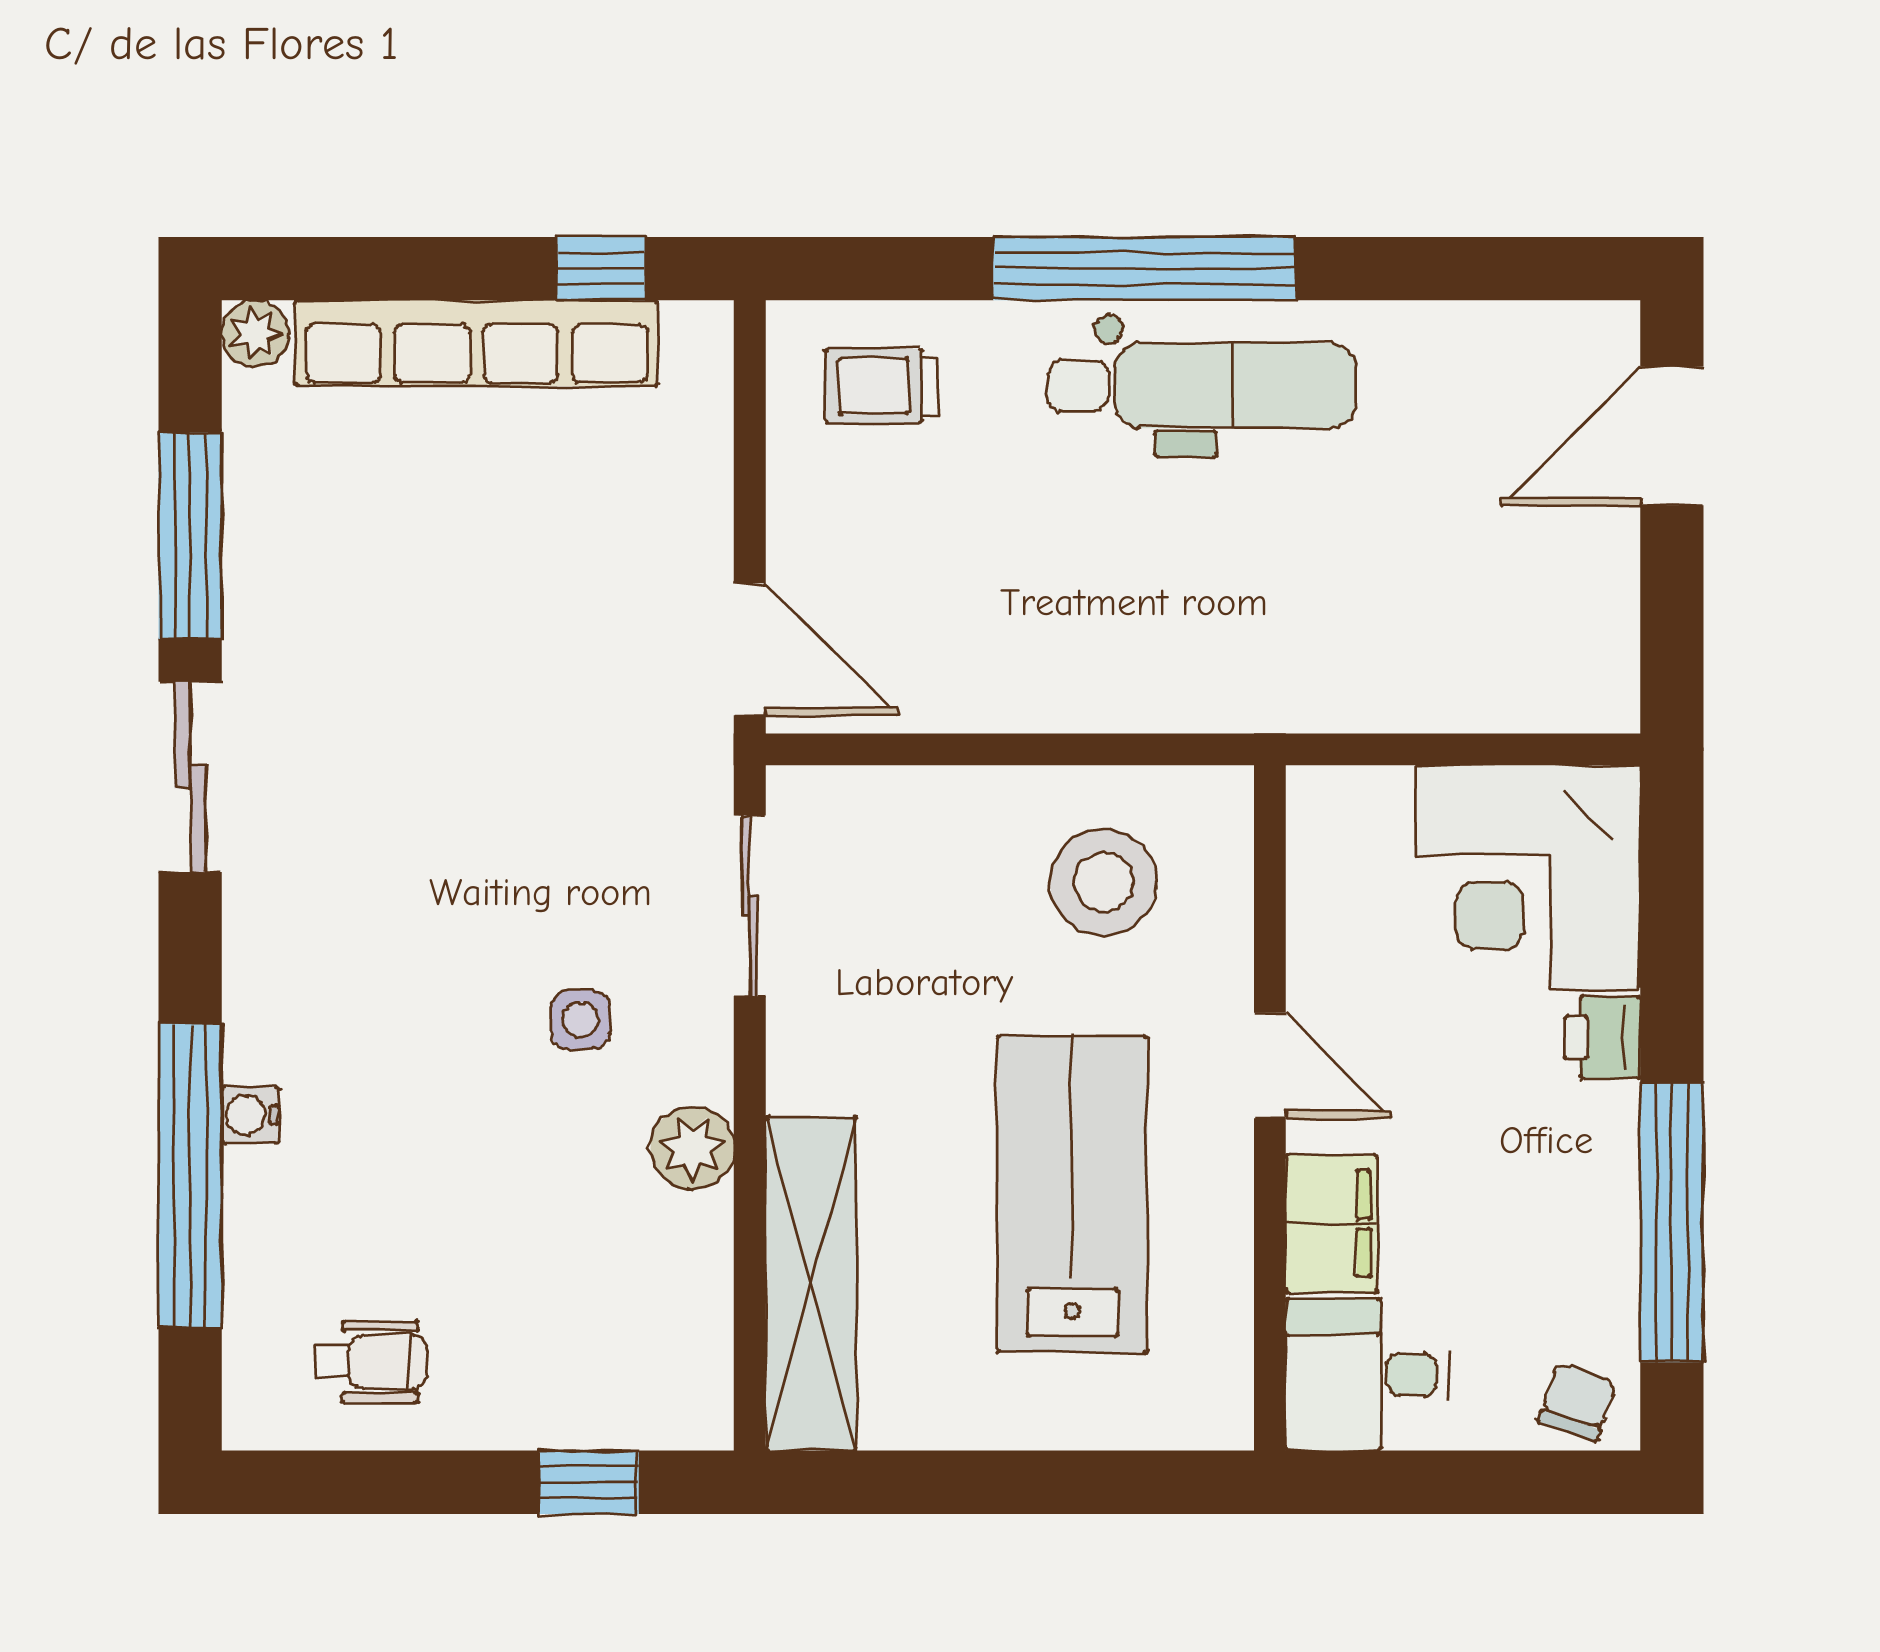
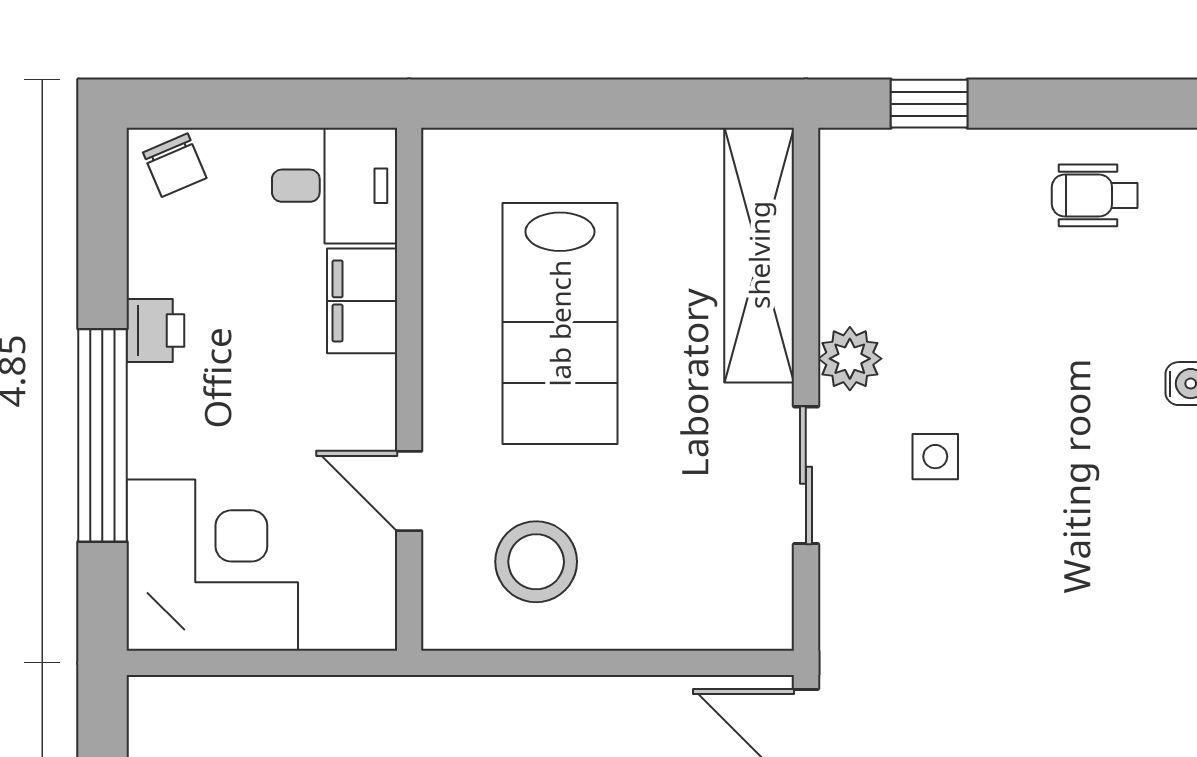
sliding door: (750, 906) -> (806, 475), moved
printer: (1603, 1038) -> (155, 330), moved
door: (1270, 1066) -> (409, 491), moved
window: (1672, 1223) -> (102, 435), moved
chair: (1577, 1402) -> (175, 165), turned -42

